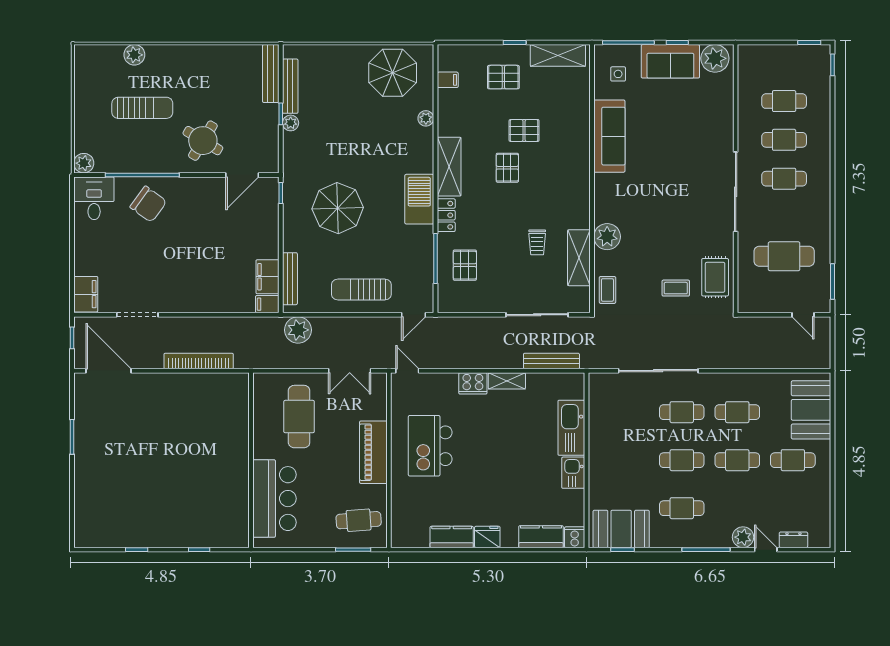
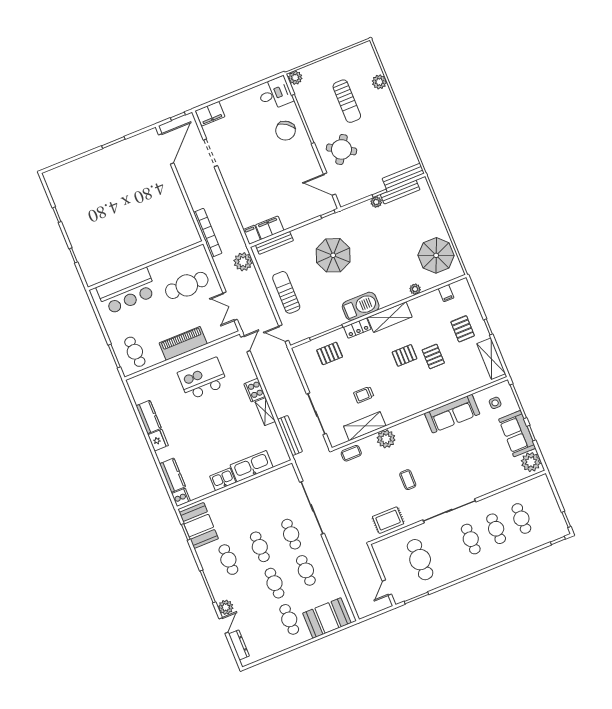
coffee table: (676, 288) -> (408, 480), moved
bookcase: (199, 361) -> (208, 233), moved
dresser: (793, 540) -> (239, 645), width x1.44

